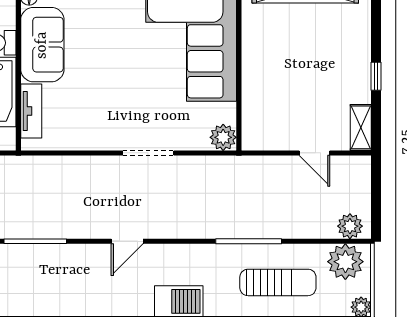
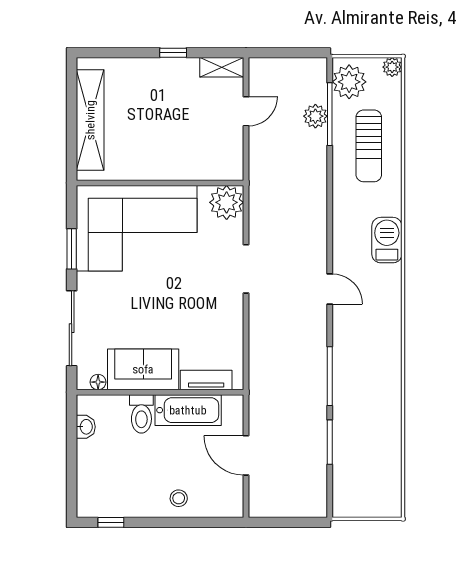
plant: (223, 137) -> (227, 202), width x1.36, depth x1.36
plant: (350, 226) -> (315, 116), moved
window: (249, 241) -> (330, 114), moved
sun lounger: (278, 282) -> (369, 146), turned 180

